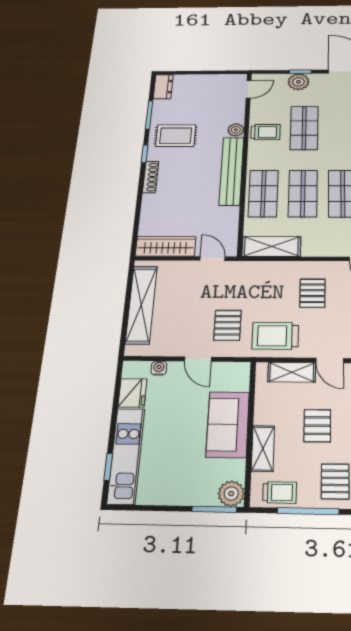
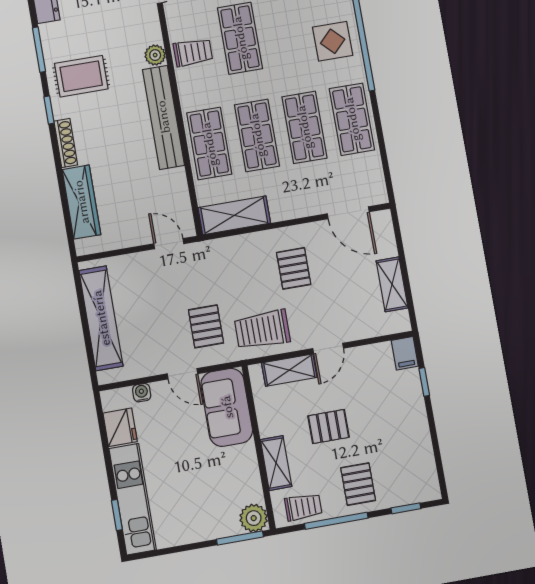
wardrobe: (166, 246) -> (81, 202), moved, turned 90
door: (330, 360) -> (328, 348), hinge flipped
sofa: (228, 424) -> (227, 407), moved
pallet: (317, 426) -> (329, 427), turned 90

